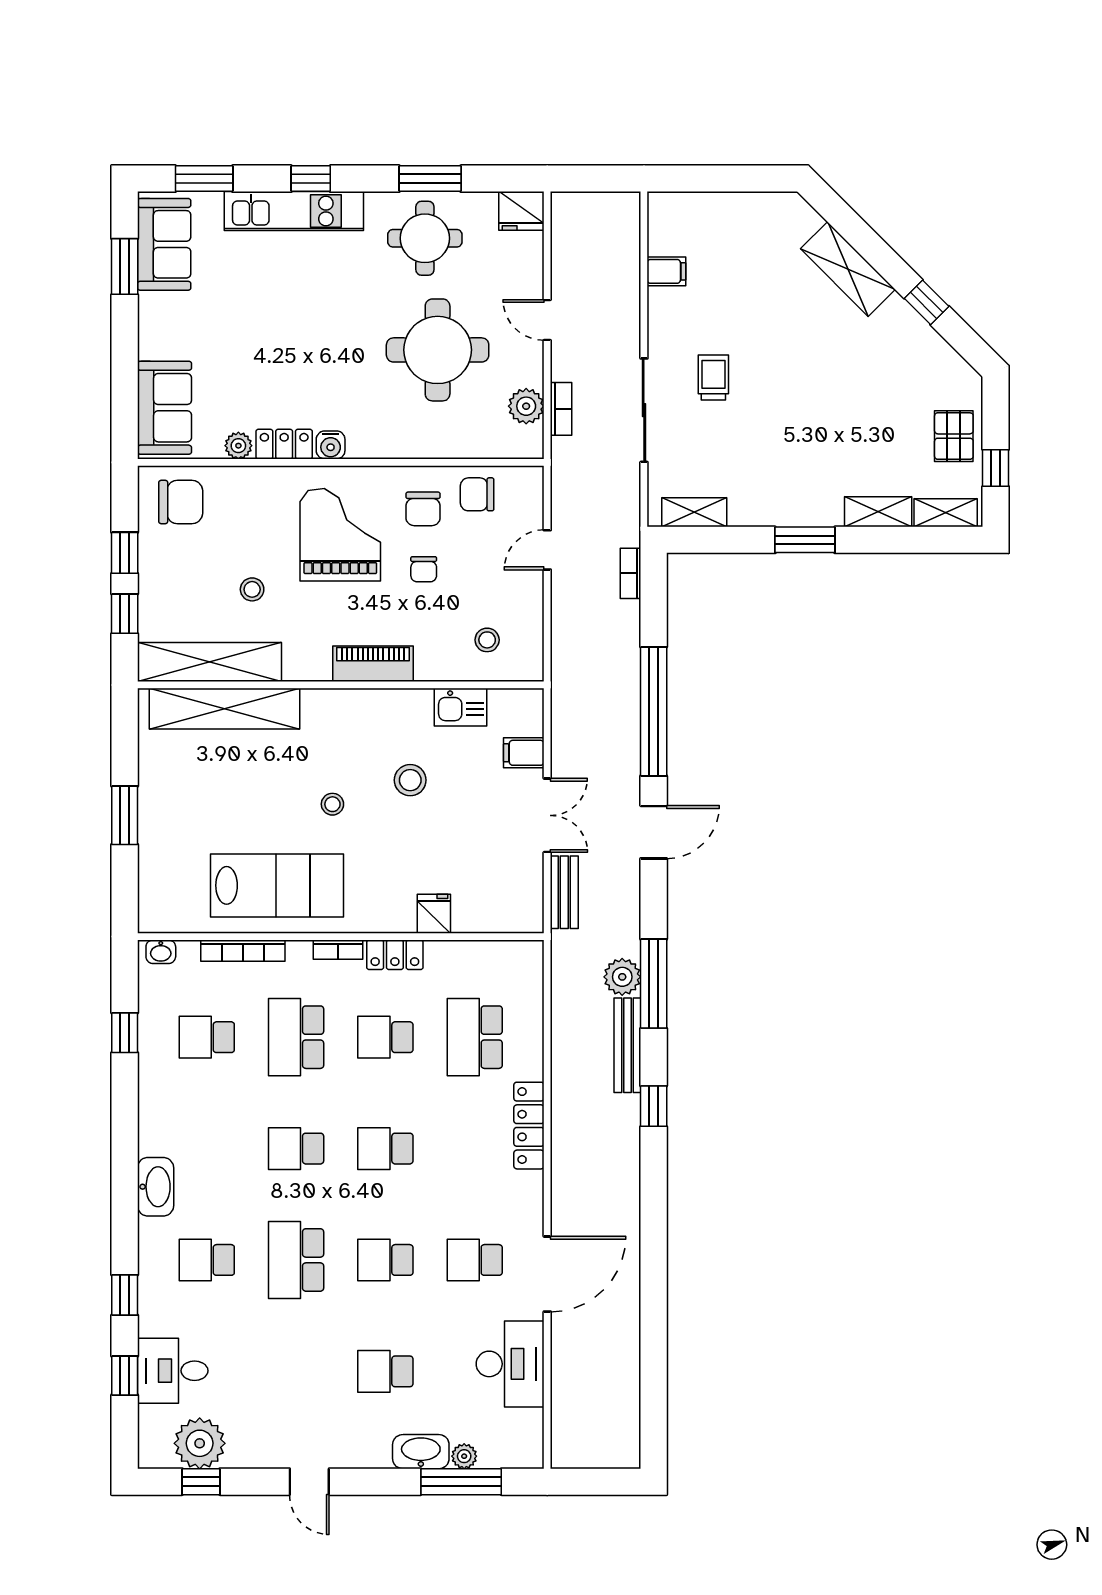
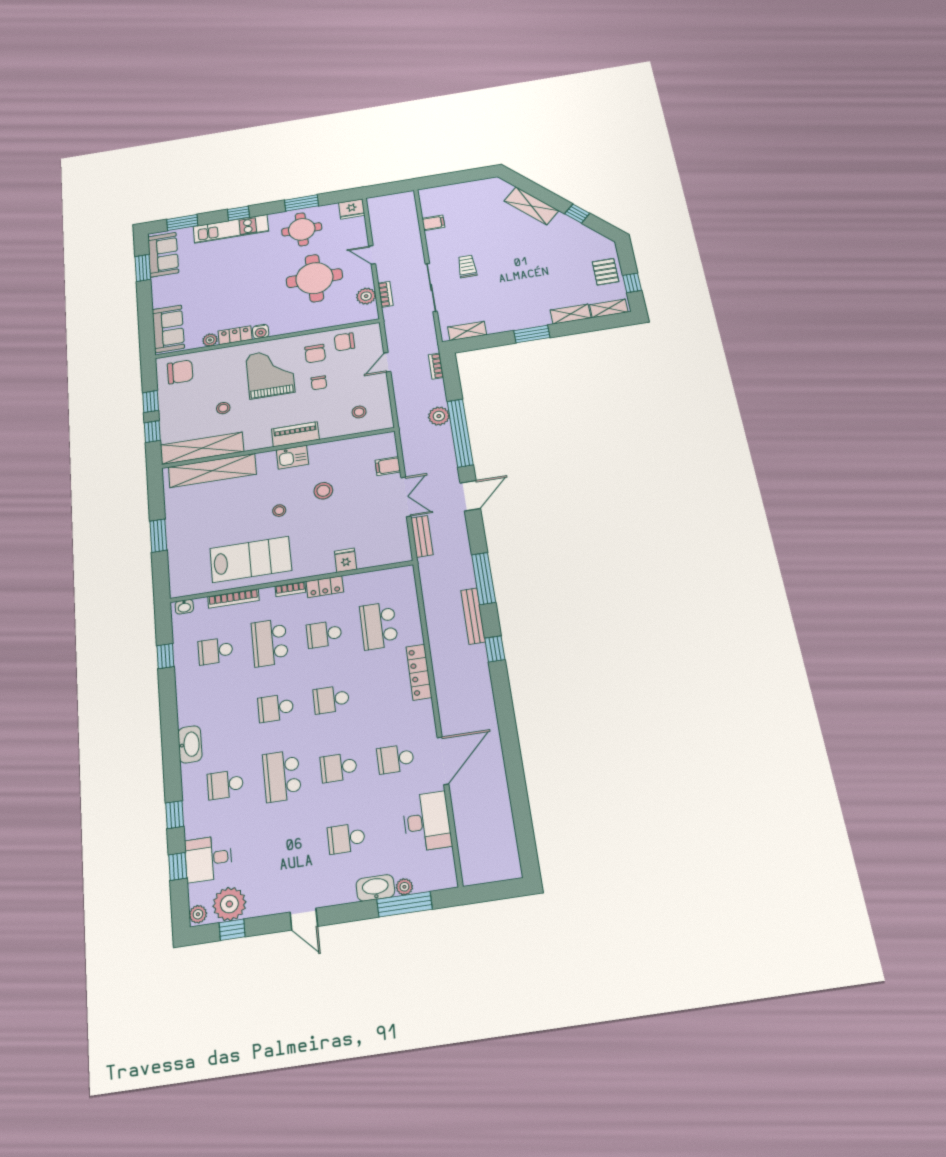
kitchen sink: (461, 707) -> (292, 457), moved
plant: (622, 977) -> (439, 416), moved
plant: (151, 1452) -> (198, 914), added

